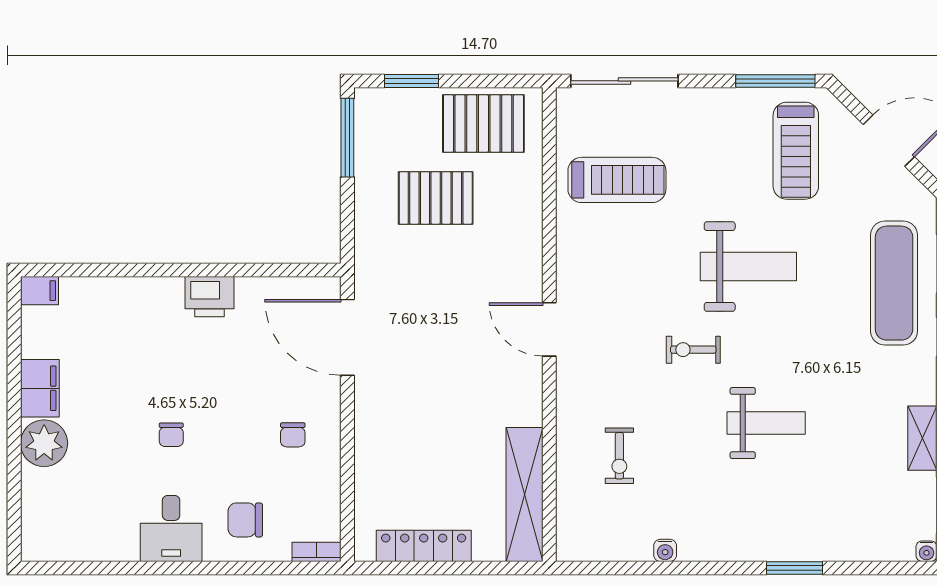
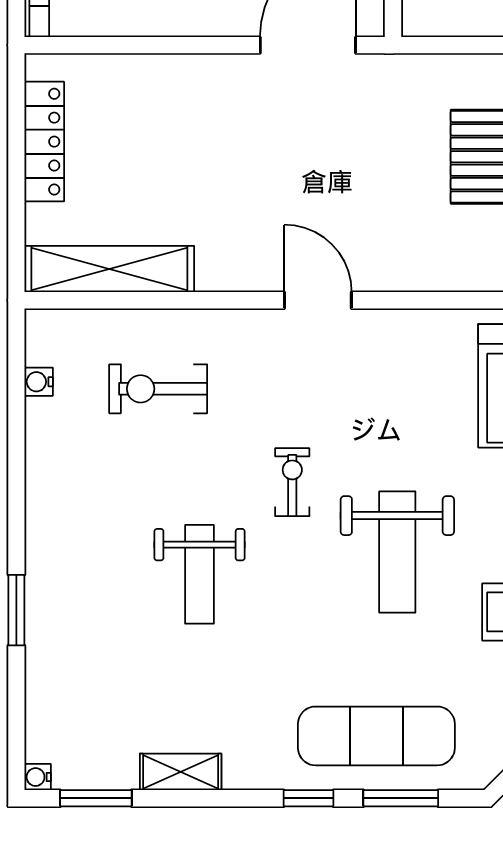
door: (549, 329) -> (318, 300), hinge flipped
exercise bike: (619, 456) -> (158, 389), width x1.38, depth x1.39
water cooler: (665, 550) -> (39, 382), moved

